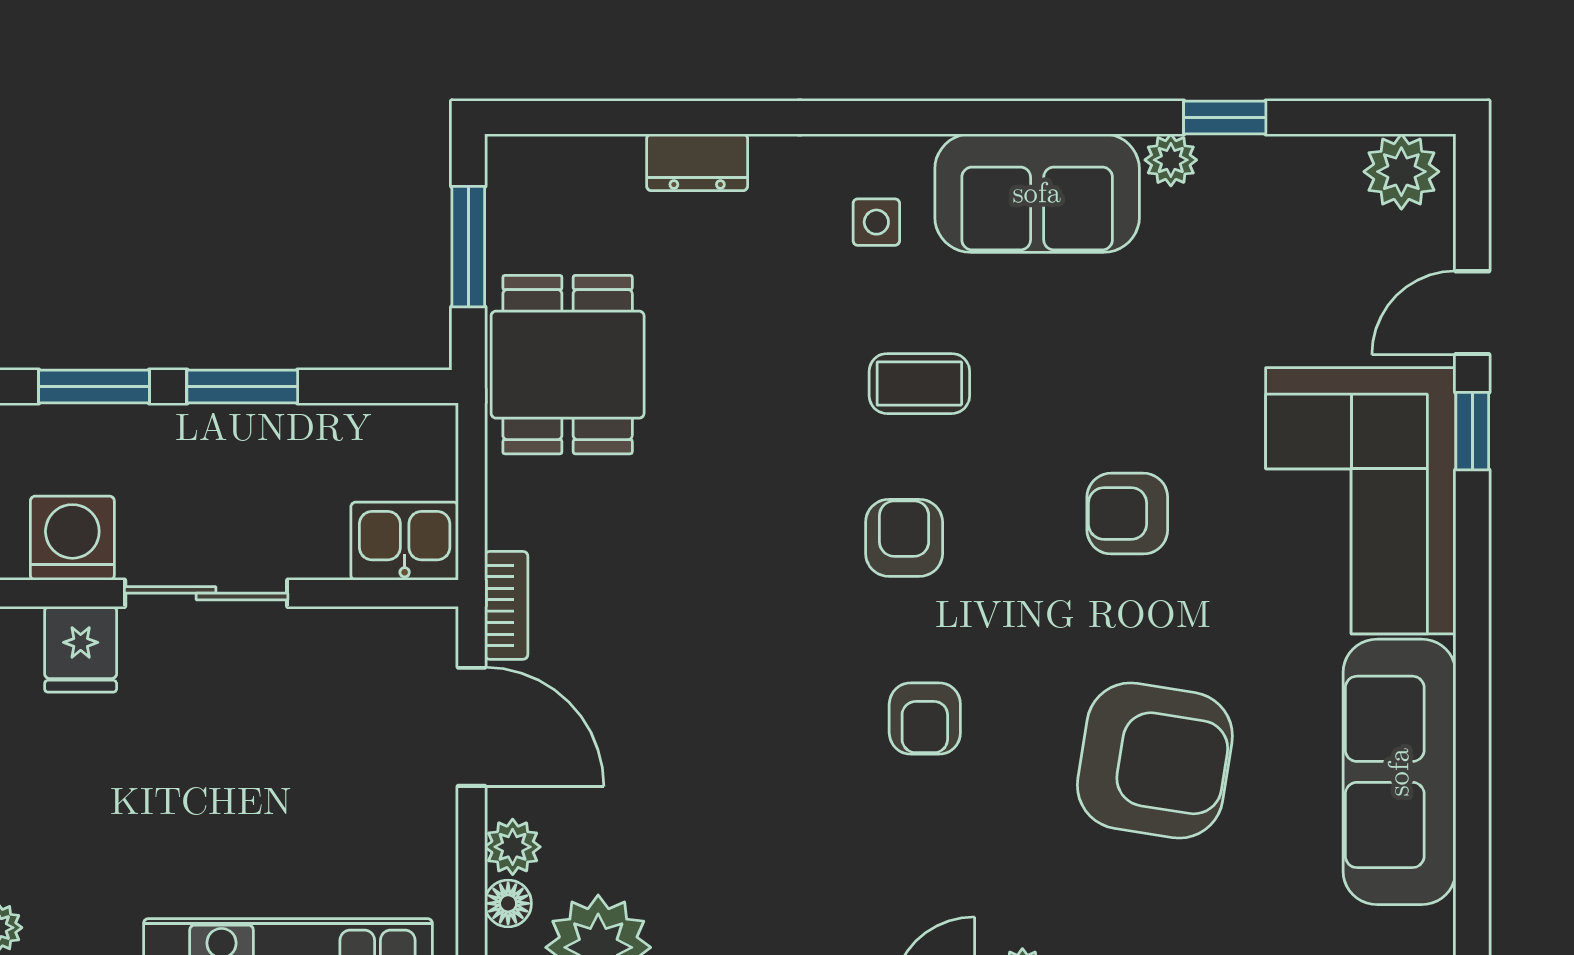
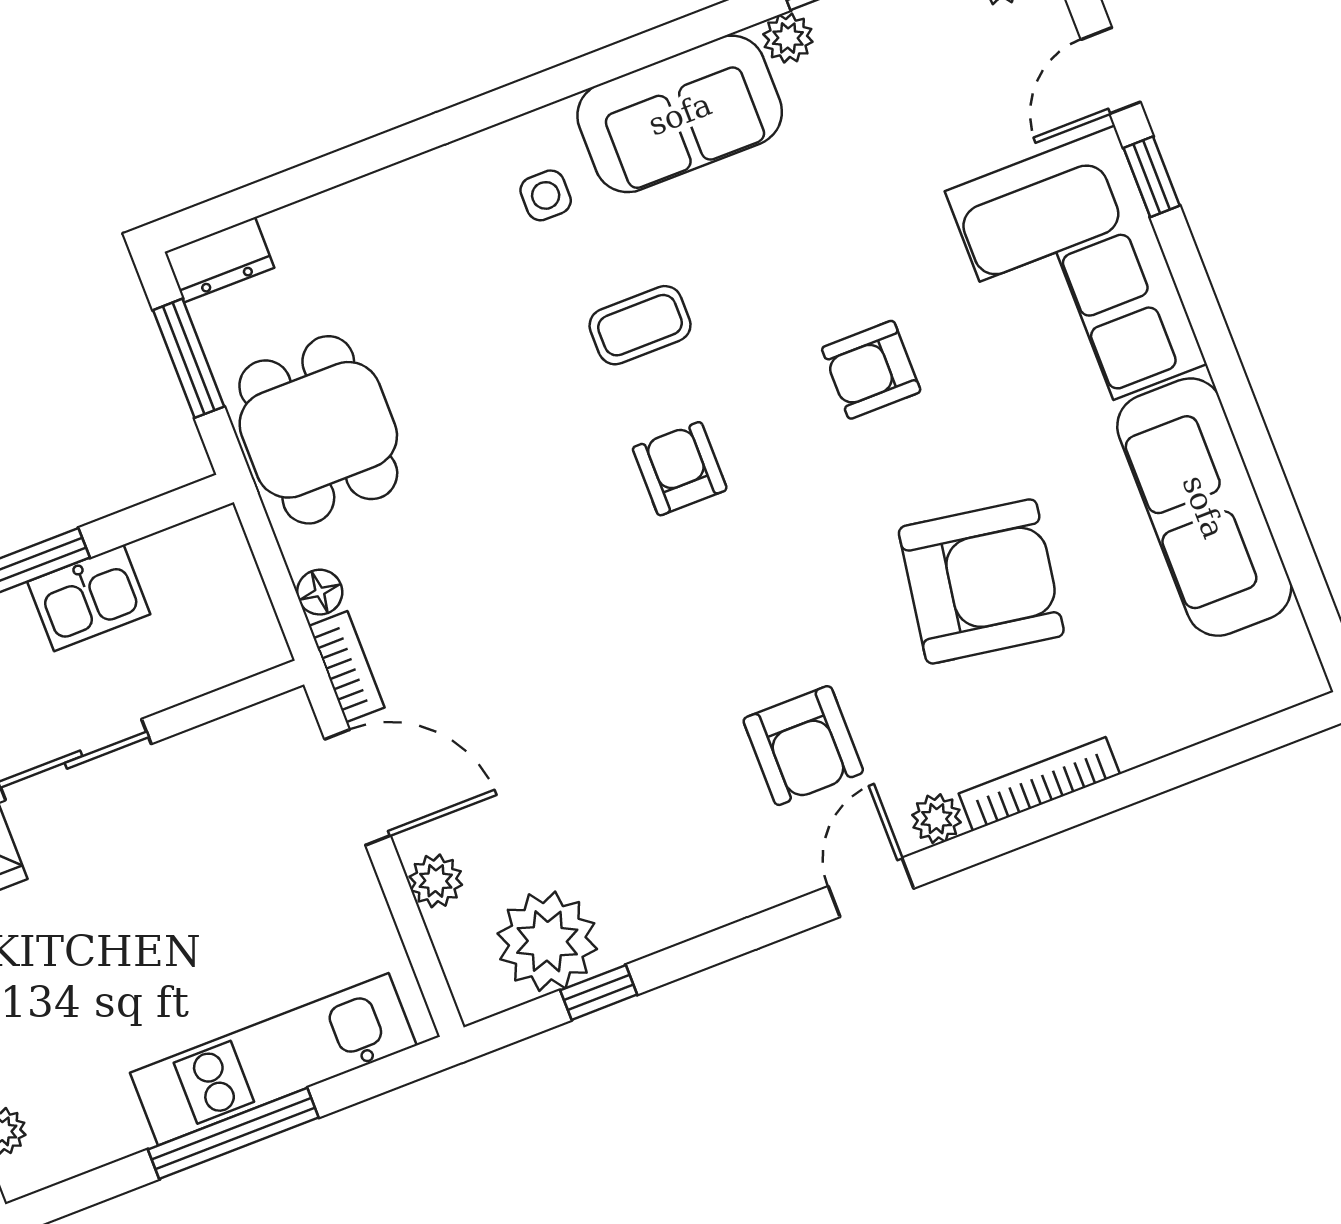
dresser: (697, 162) -> (219, 260), moved
kitchen sink: (405, 541) -> (89, 598), moved, turned 180
armchair: (925, 718) -> (803, 746), moved, width x1.38, depth x1.38
floor lamp: (508, 903) -> (320, 592), moved

